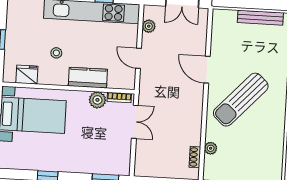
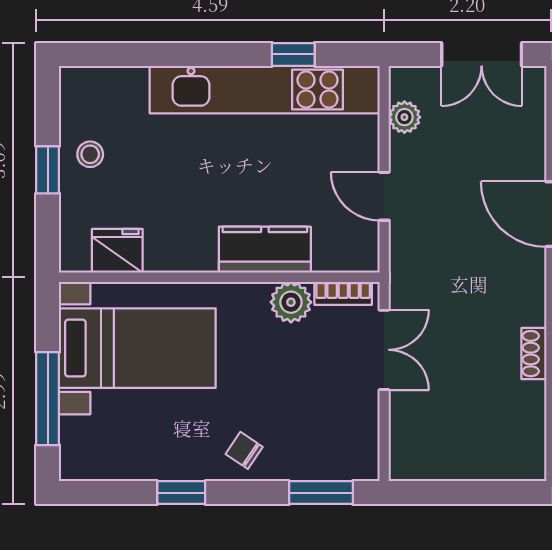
stool: (56, 53) -> (90, 154), moved
shoe rack: (195, 157) -> (534, 354), moved
chair: (75, 160) -> (244, 450), added

